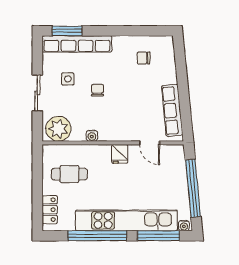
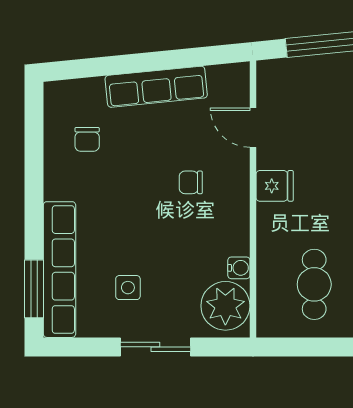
chair: (97, 90) -> (191, 182), moved
row of seats: (172, 110) -> (156, 87), moved
water cooler: (92, 136) -> (239, 268), moved
door: (150, 143) -> (253, 128), swing flipped

